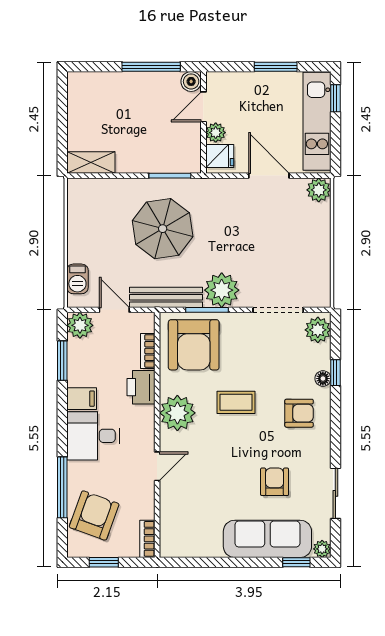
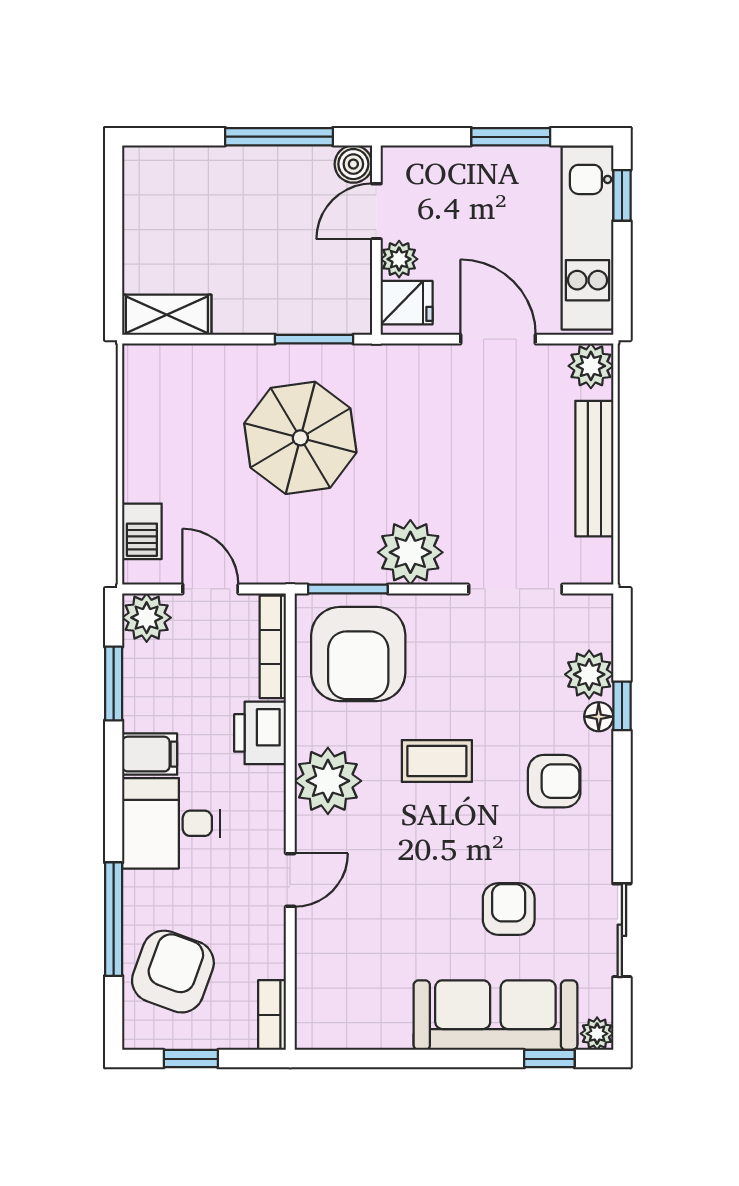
bench: (166, 297) -> (594, 469), moved, turned 90
window: (207, 310) -> (348, 589), moved
plant: (318, 330) -> (589, 674), moved
bookcase: (148, 351) -> (273, 647), width x1.56

